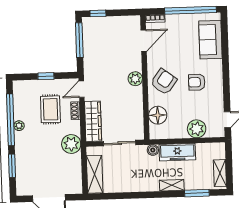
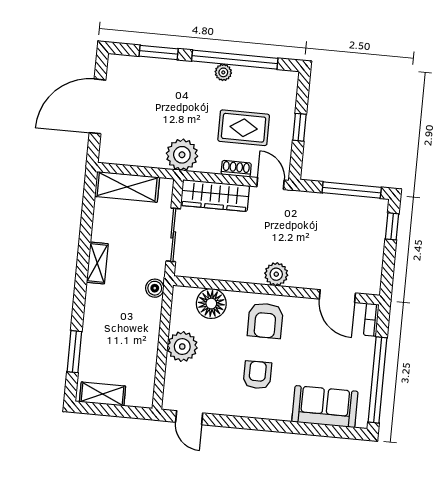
armchair: (164, 82) -> (265, 321), turned 53
plant: (197, 129) -> (182, 347), moved
freezer: (177, 152) -> (146, 328), removed
shelving: (172, 185) -> (97, 263), moved

